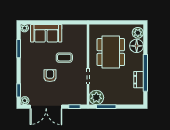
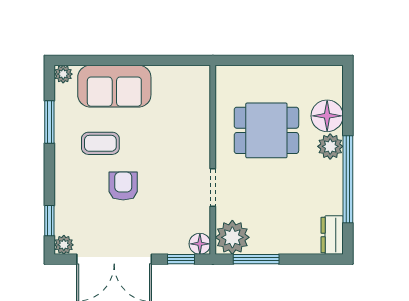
plant: (138, 33) -> (330, 146), moved
dining table: (111, 52) -> (266, 130), width x0.73
coffee table: (64, 58) -> (100, 143), moved
dresser: (139, 80) -> (332, 235), moved
floor lamp: (82, 100) -> (200, 244), added

